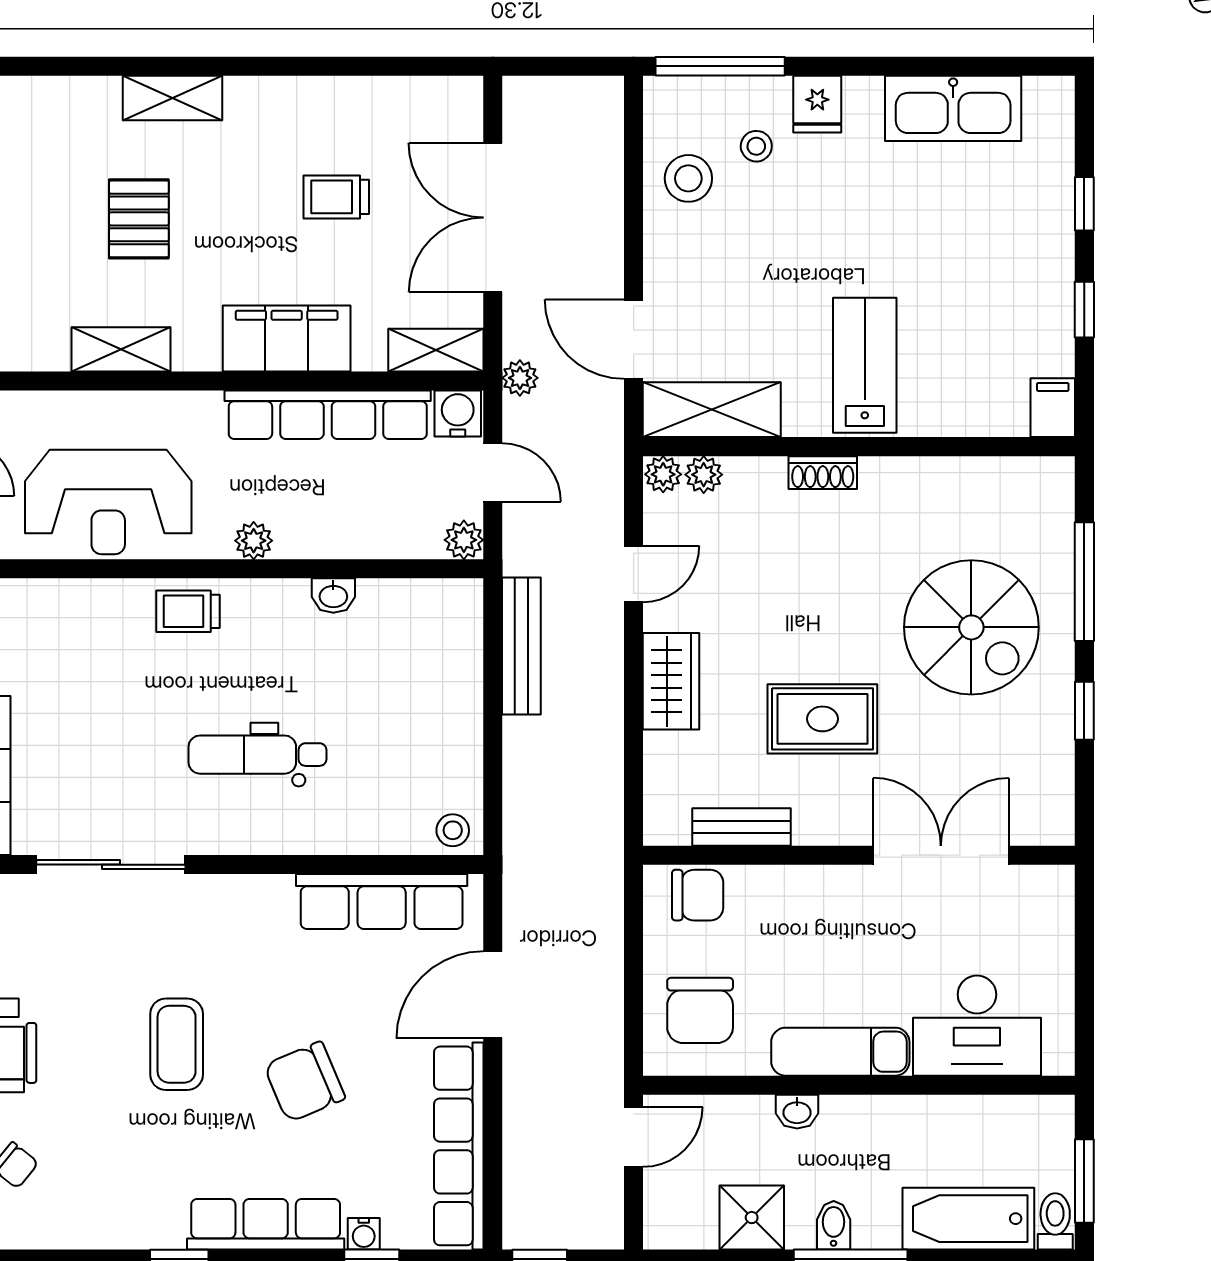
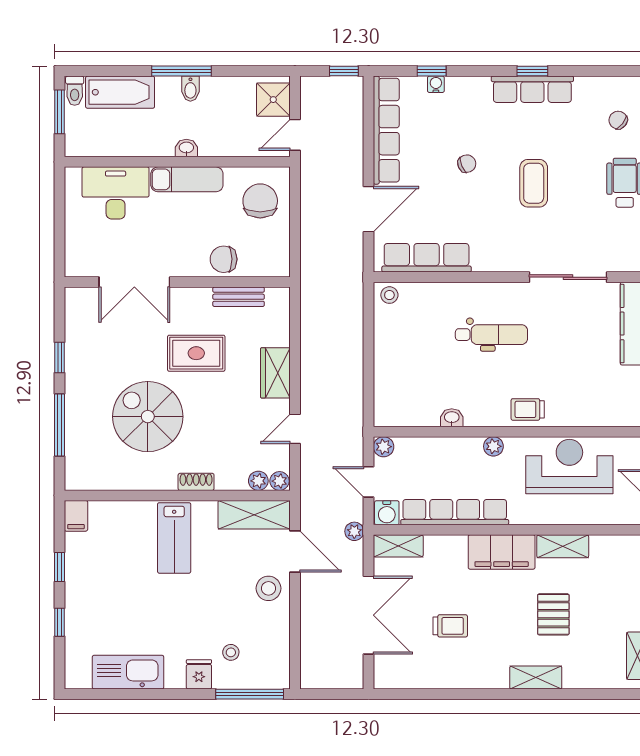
stool: (688, 178) -> (268, 588), moved
filing cabinet: (287, 338) -> (502, 552), moved
trolley: (188, 611) -> (528, 409), turned 180
spiral stairs: (971, 627) -> (148, 417), moved
bench: (521, 646) -> (354, 391), removed
chair: (698, 895) -> (224, 259), moved
chair: (305, 1082) -> (467, 164), width x0.54, depth x0.54
washbasin: (797, 1112) -> (186, 148), moved
shower: (752, 1218) -> (273, 100), moved
row of seats: (266, 1224) -> (532, 89), moved

